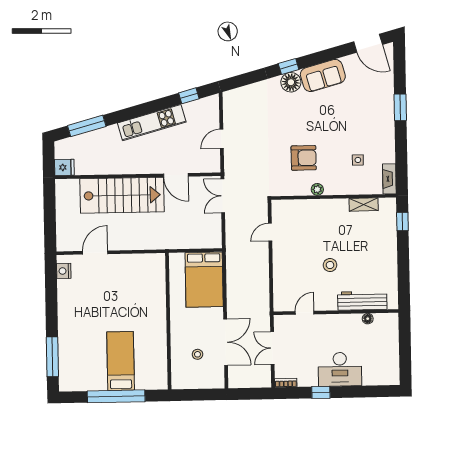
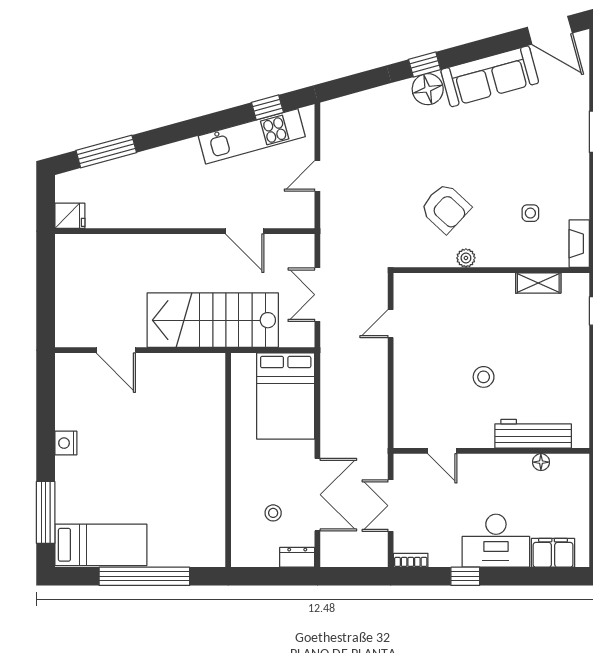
sofa: (323, 75) -> (490, 76), width x1.36
kitchen unit: (152, 123) -> (252, 136), moved
armchair: (304, 158) -> (445, 208), turned 43
stairs: (122, 195) -> (213, 320), moved, turned 180
double door: (223, 196) -> (317, 295), moved
door: (95, 252) -> (116, 350), swing flipped
nightstand: (64, 271) -> (66, 443), moved
door: (305, 313) -> (442, 451), swing flipped
bed: (121, 361) -> (101, 545), moved, turned 90
filing cabinet: (376, 376) -> (553, 553), added
dresser: (213, 382) -> (297, 557), added

